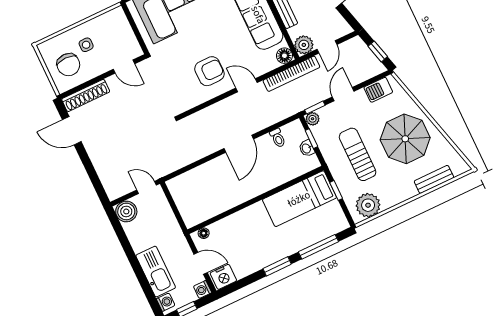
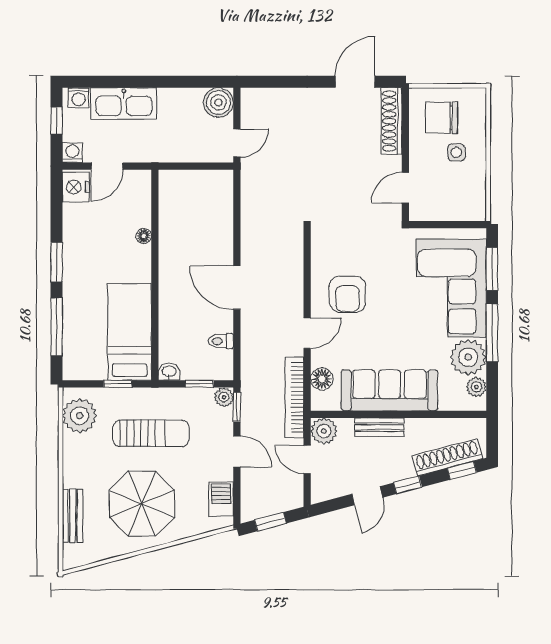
floor lamp: (284, 56) -> (322, 379), moved
washbasin: (307, 148) -> (169, 372), moved
floor lamp: (204, 233) -> (144, 236), moved

